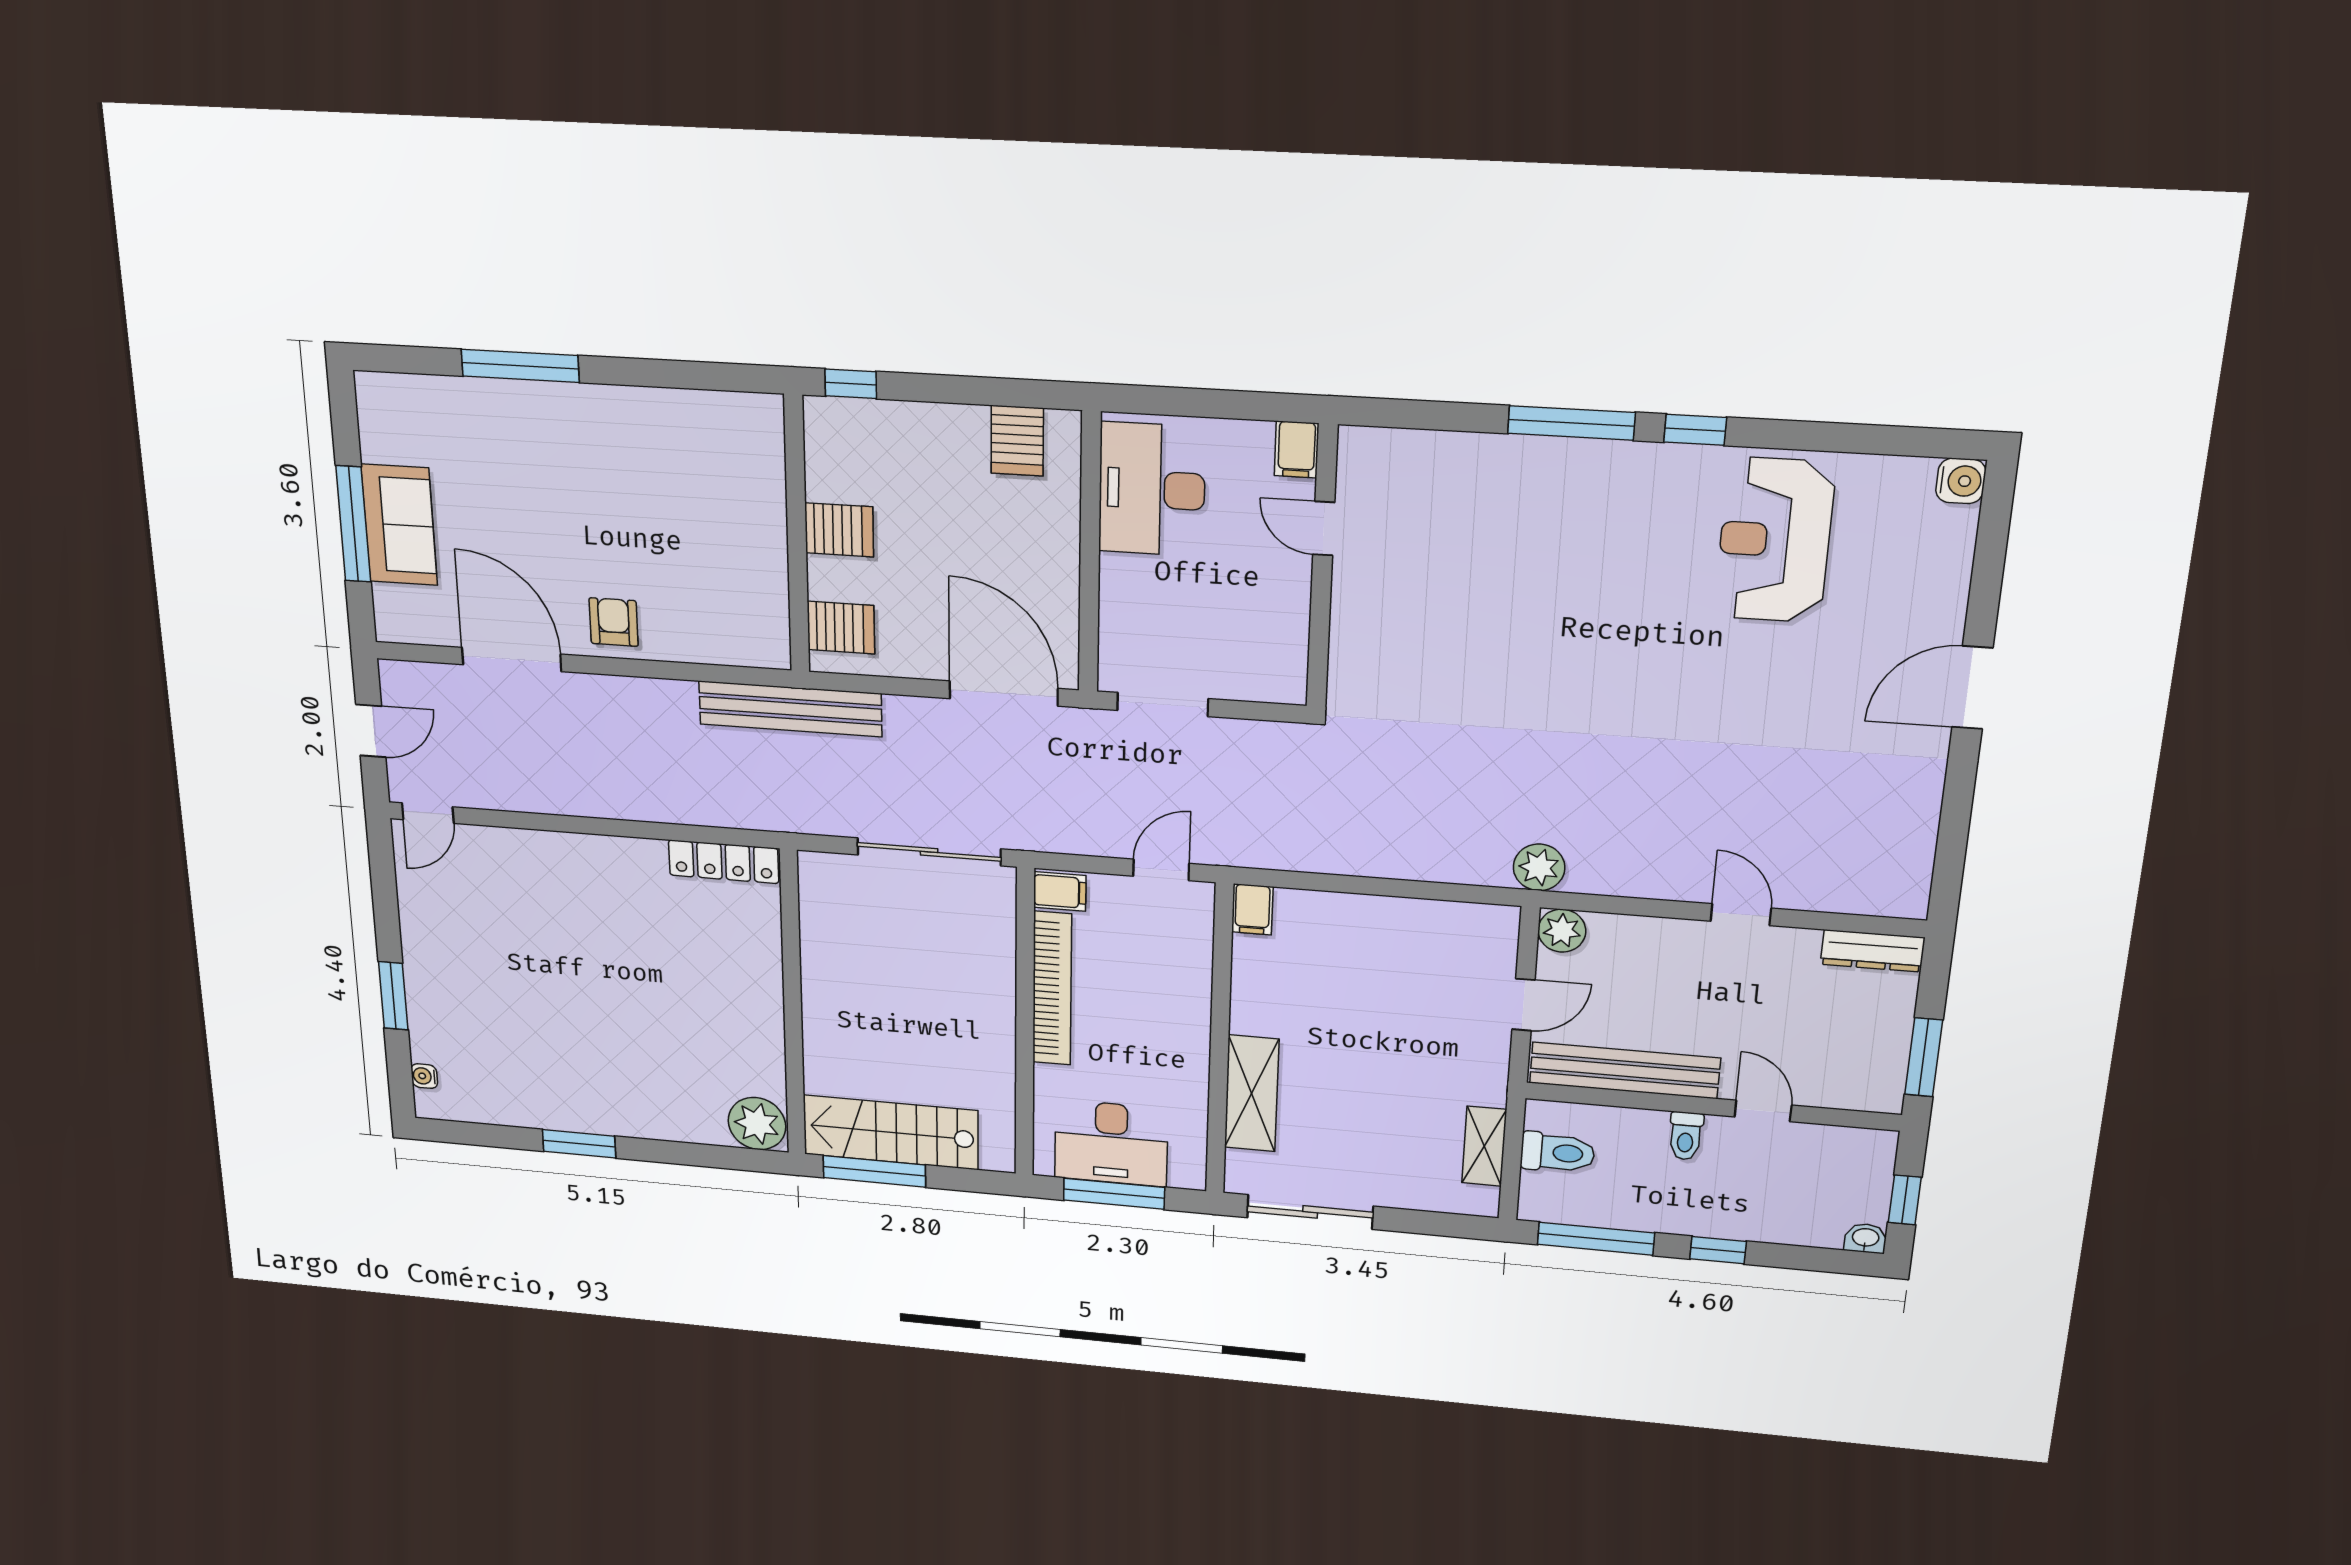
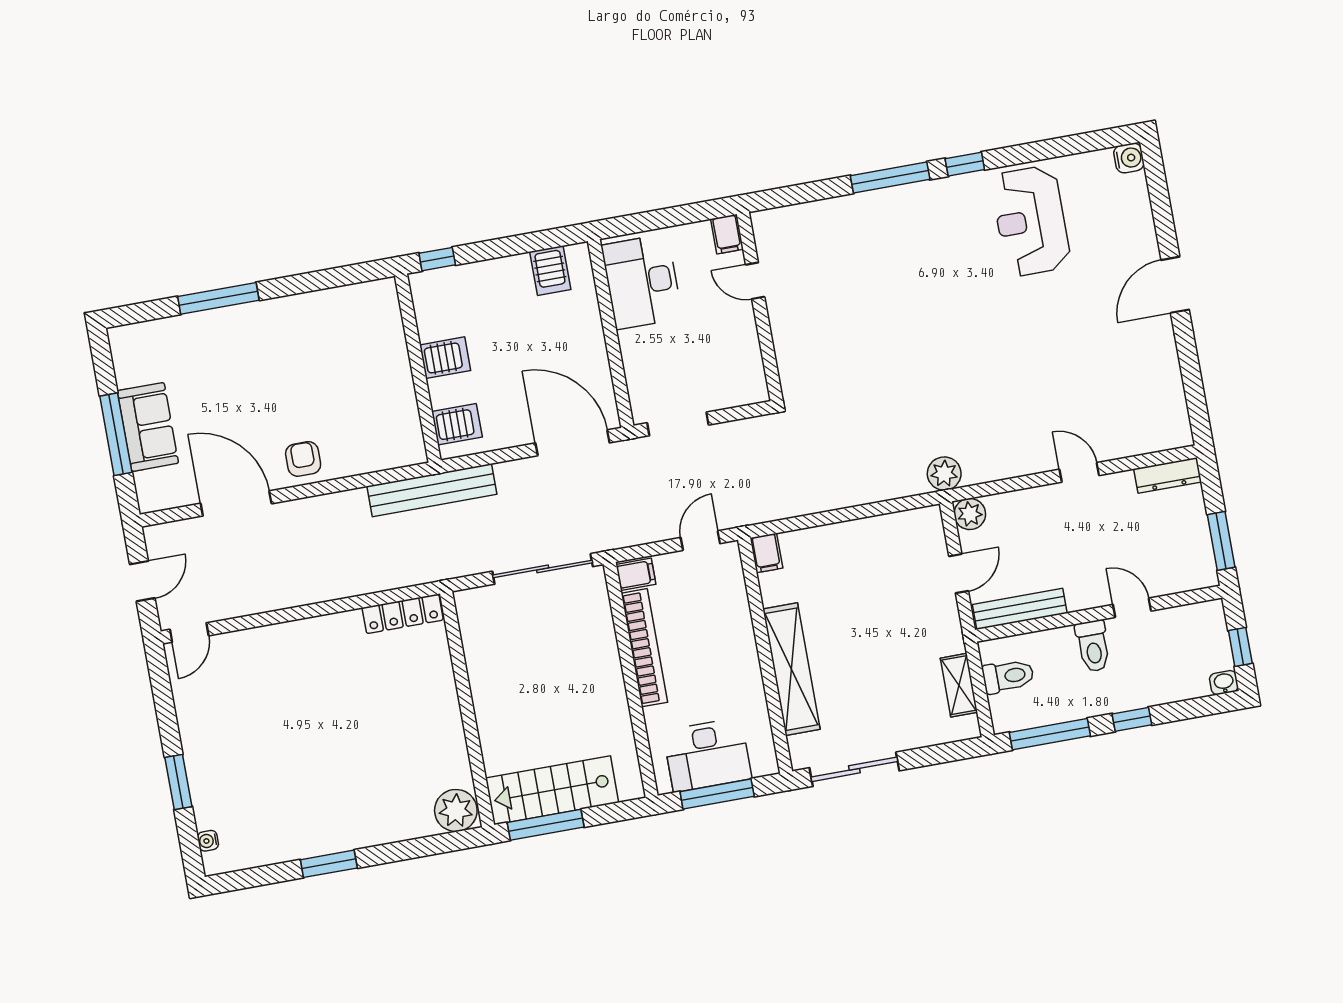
bench: (1625, 1070) -> (1020, 609), width x0.73, depth x0.82
shelving: (1252, 1093) -> (791, 669), width x1.47
toilet: (1686, 1136) -> (1093, 646), width x1.37, depth x1.39

